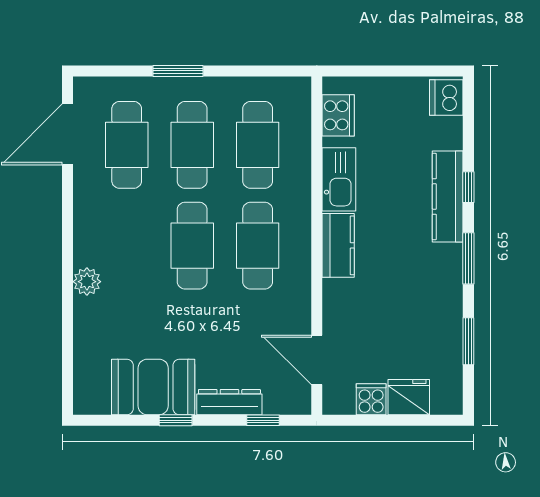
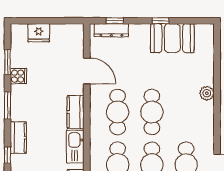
window: (468, 187) -> (8, 155), moved
kitchen counter: (448, 197) -> (18, 138), width x0.67
door: (317, 360) -> (87, 71), moved
cooker: (371, 399) -> (19, 76), moved, turned -90
dresser: (229, 402) -> (111, 30), moved

